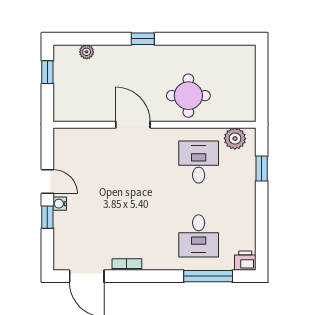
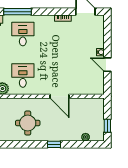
round table: (188, 96) -> (28, 123), moved
desk: (199, 162) -> (23, 75), turned 180
window: (47, 217) -> (107, 45), removed

